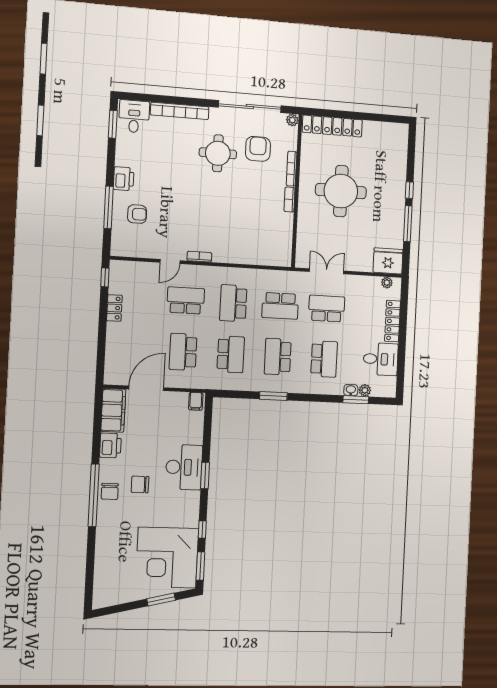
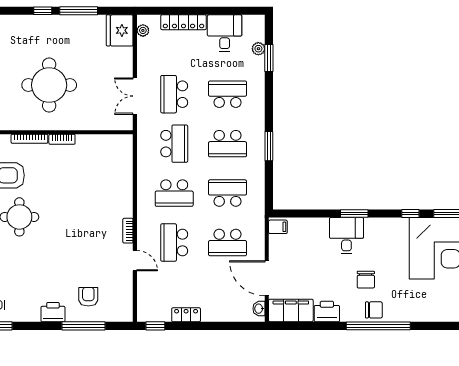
washbasin: (351, 390) -> (259, 309), moved
desk: (184, 467) -> (346, 236), width x0.73

